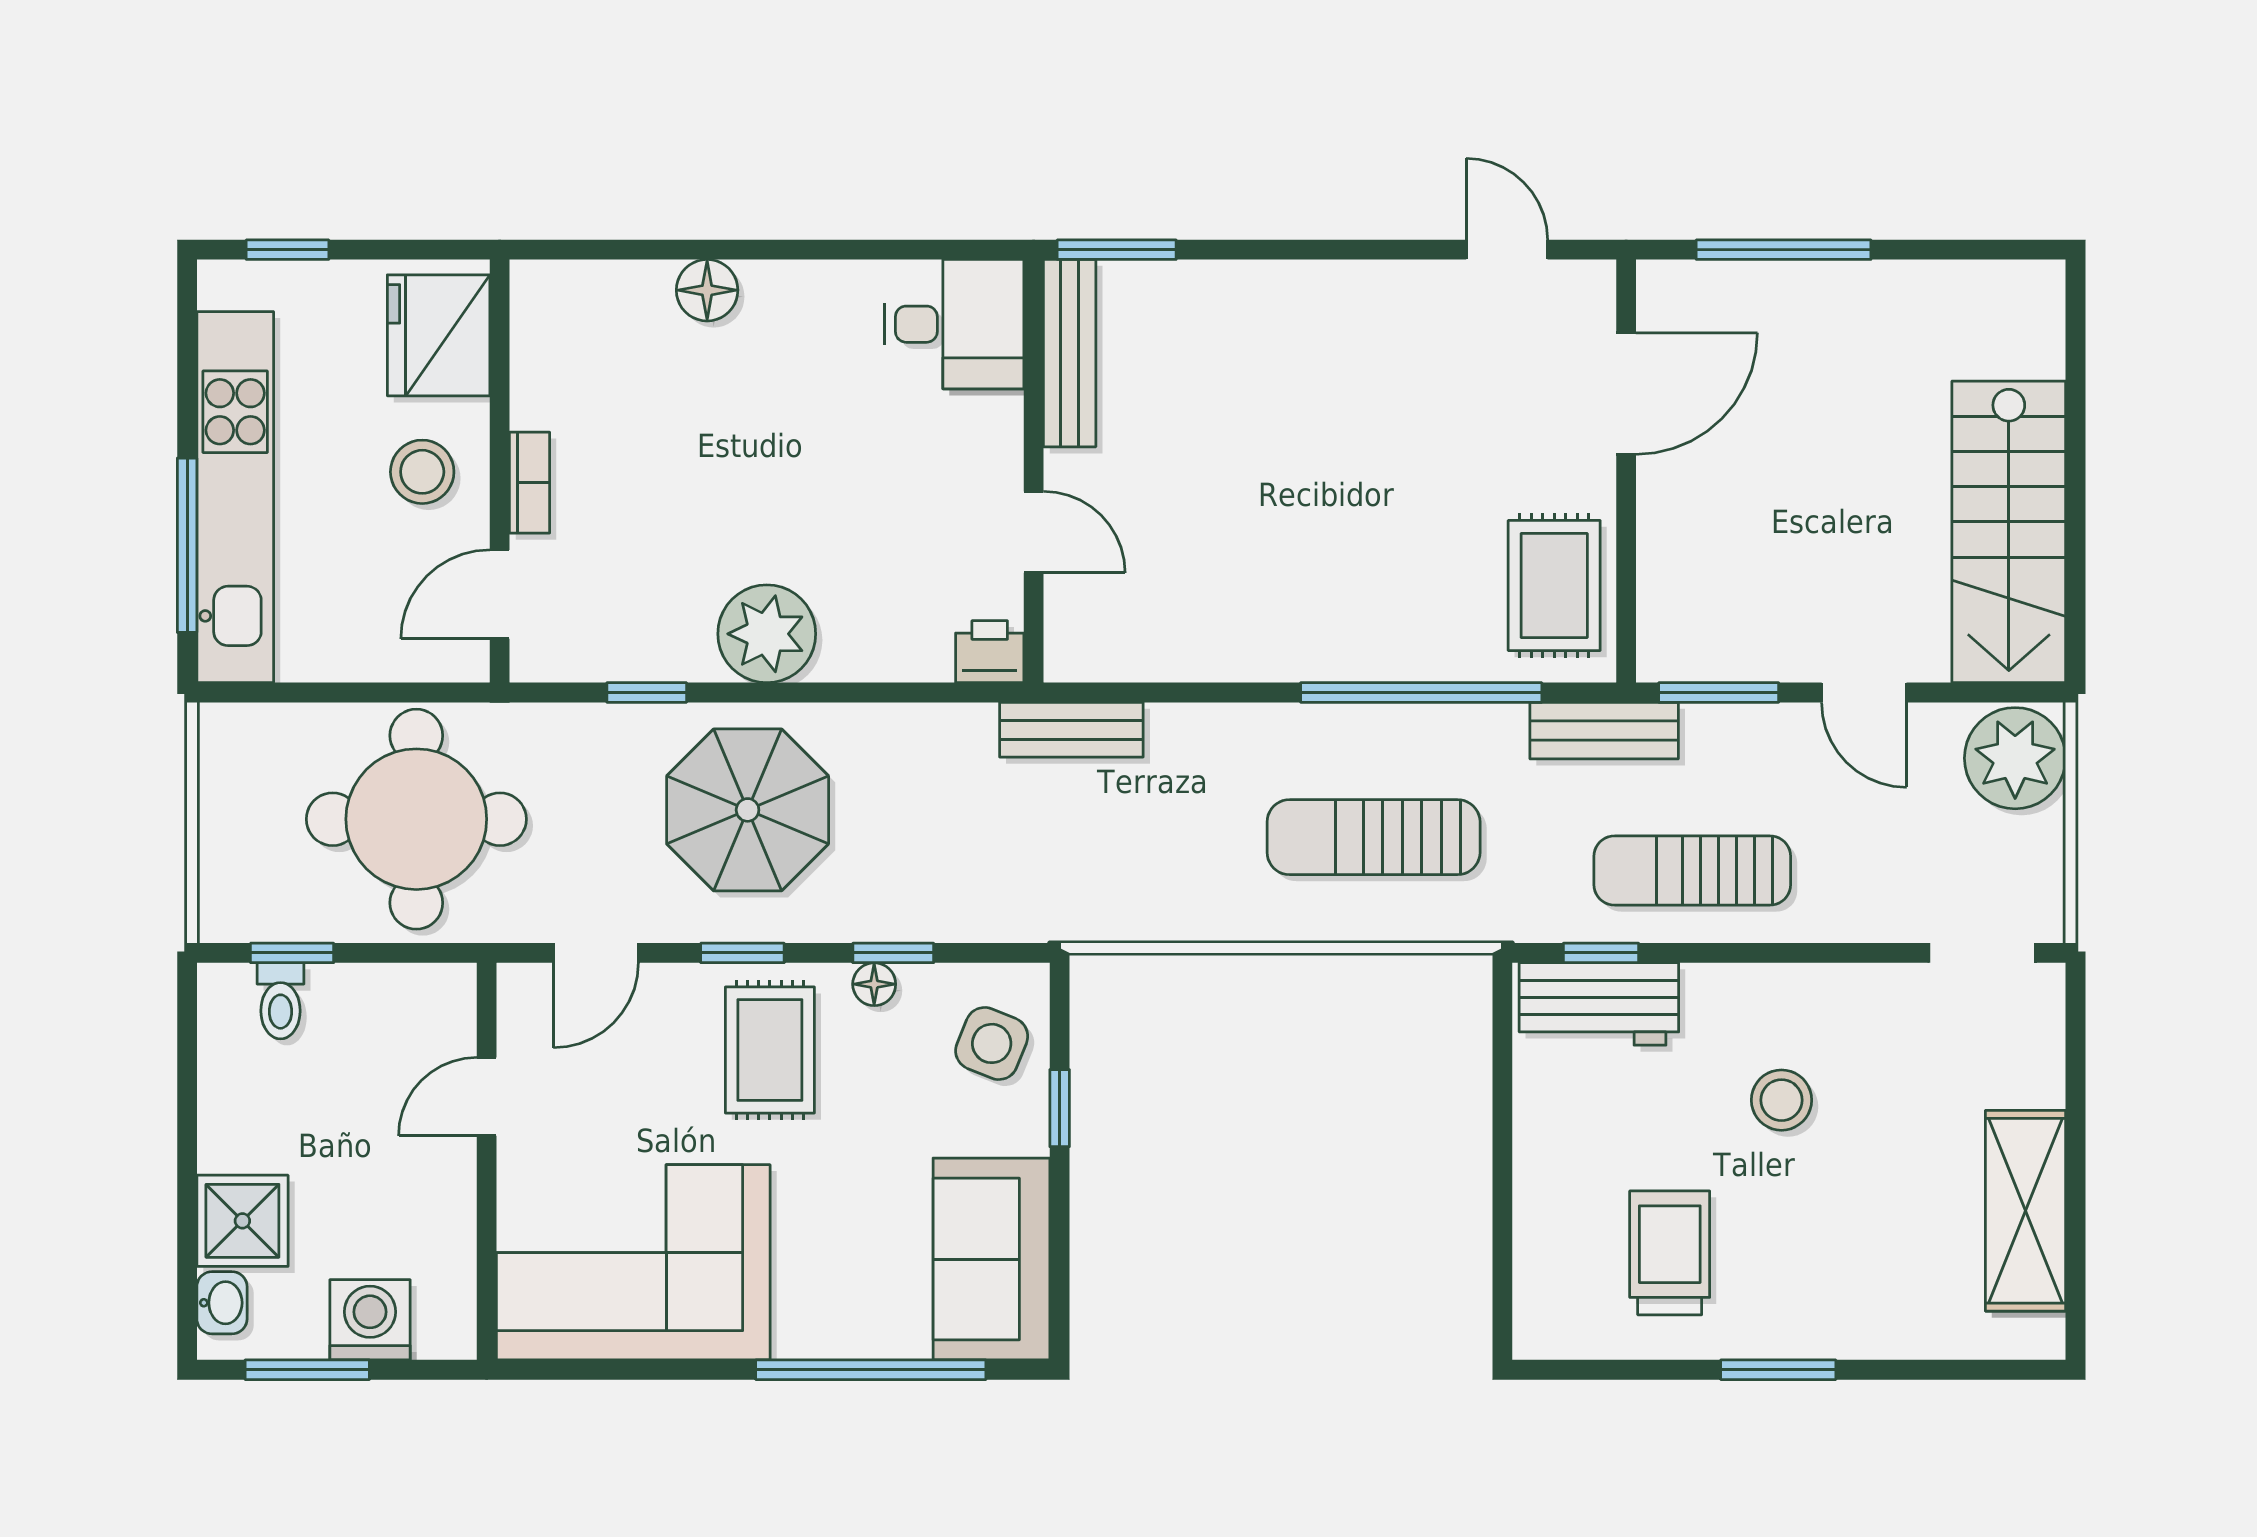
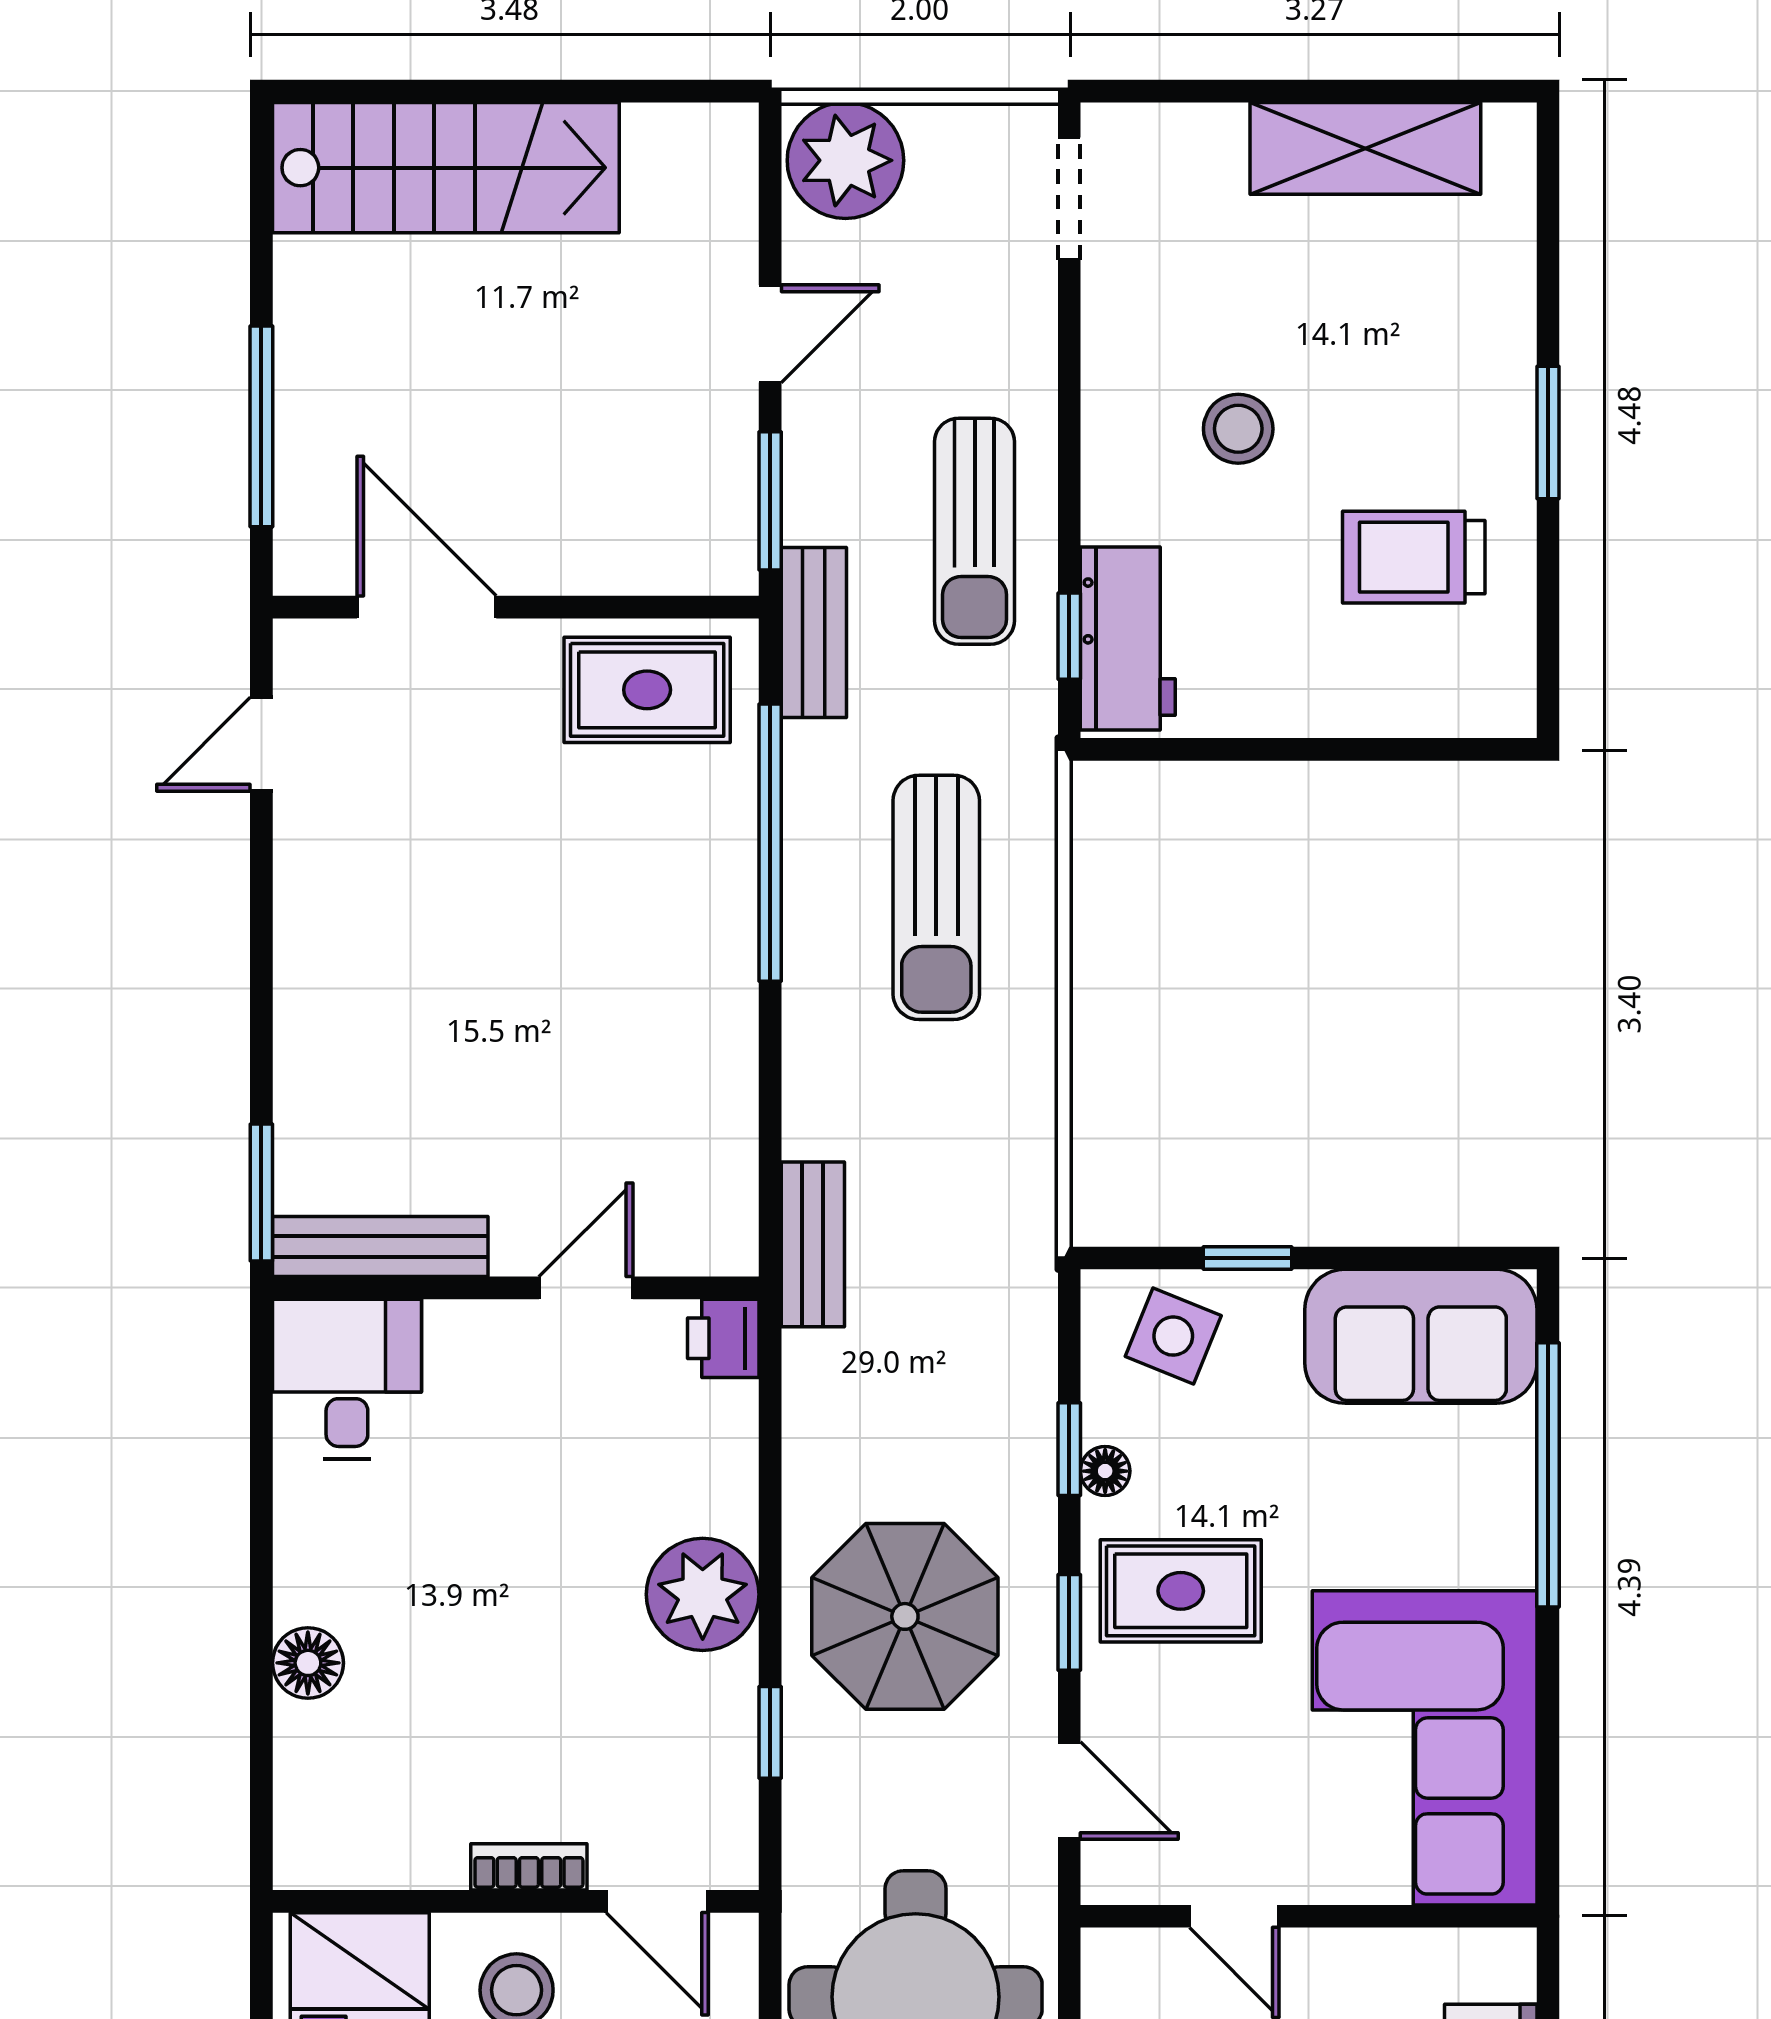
stairs: (2009, 532) -> (446, 168), moved

